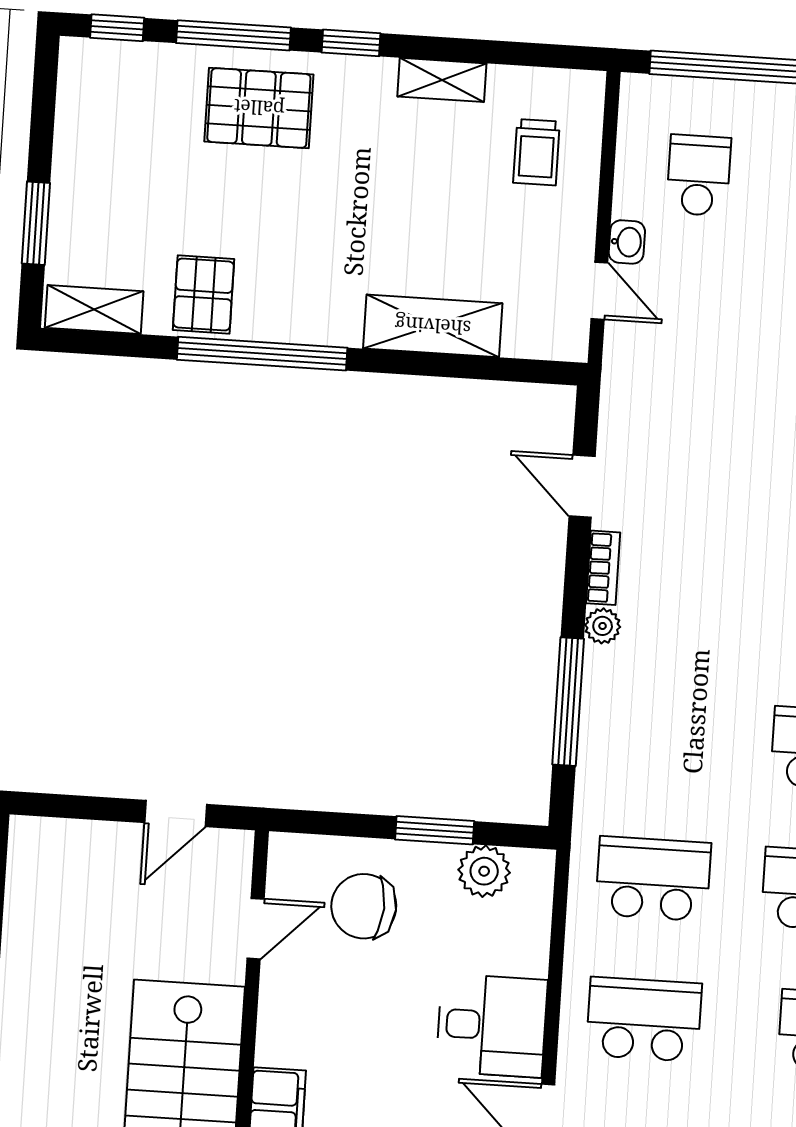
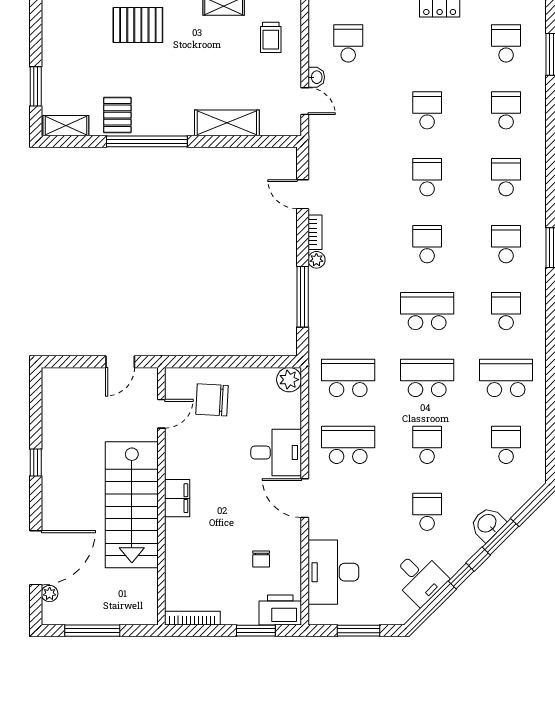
window: (435, 830) -> (243, 362), removed
plant: (484, 871) -> (289, 380), moved

